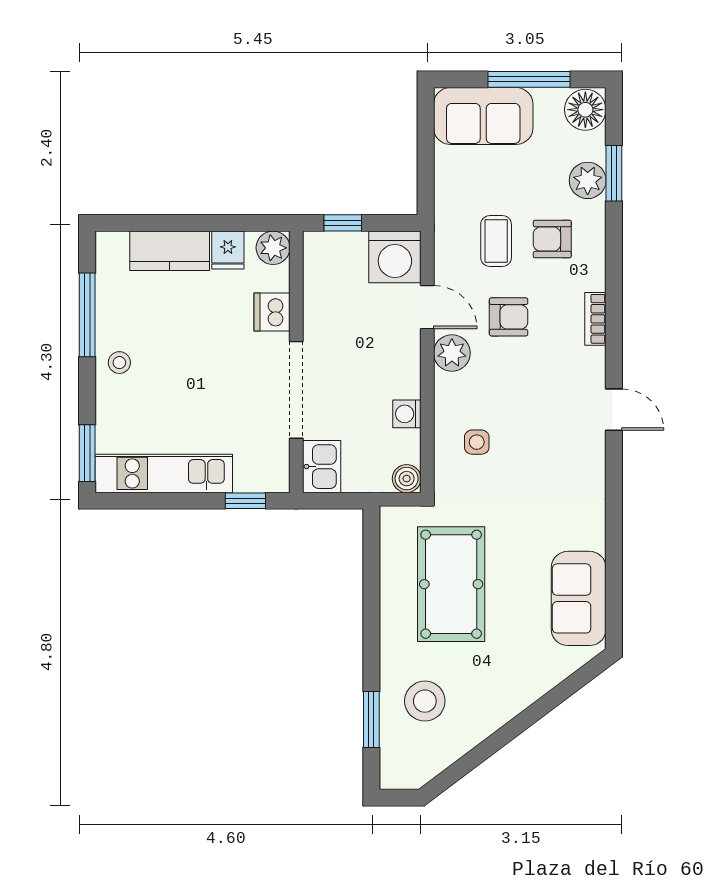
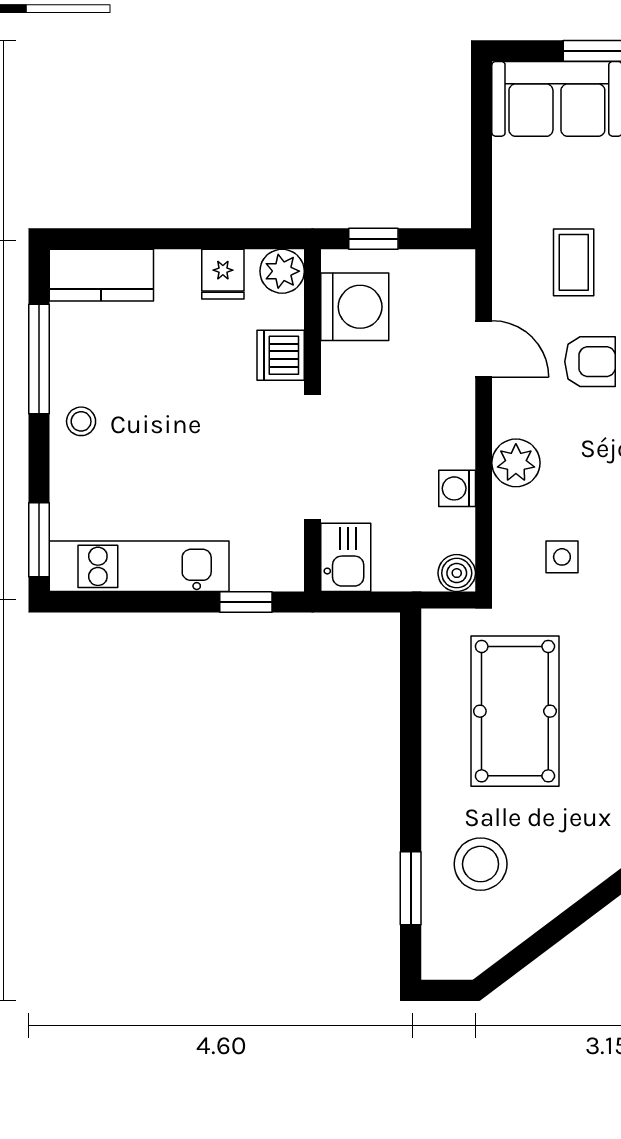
kitchen counter: (170, 251) -> (101, 275), moved
washing machine: (395, 257) -> (355, 307), moved, turned -90
plant: (452, 353) -> (516, 463), moved
side table: (477, 442) -> (562, 557), moved

